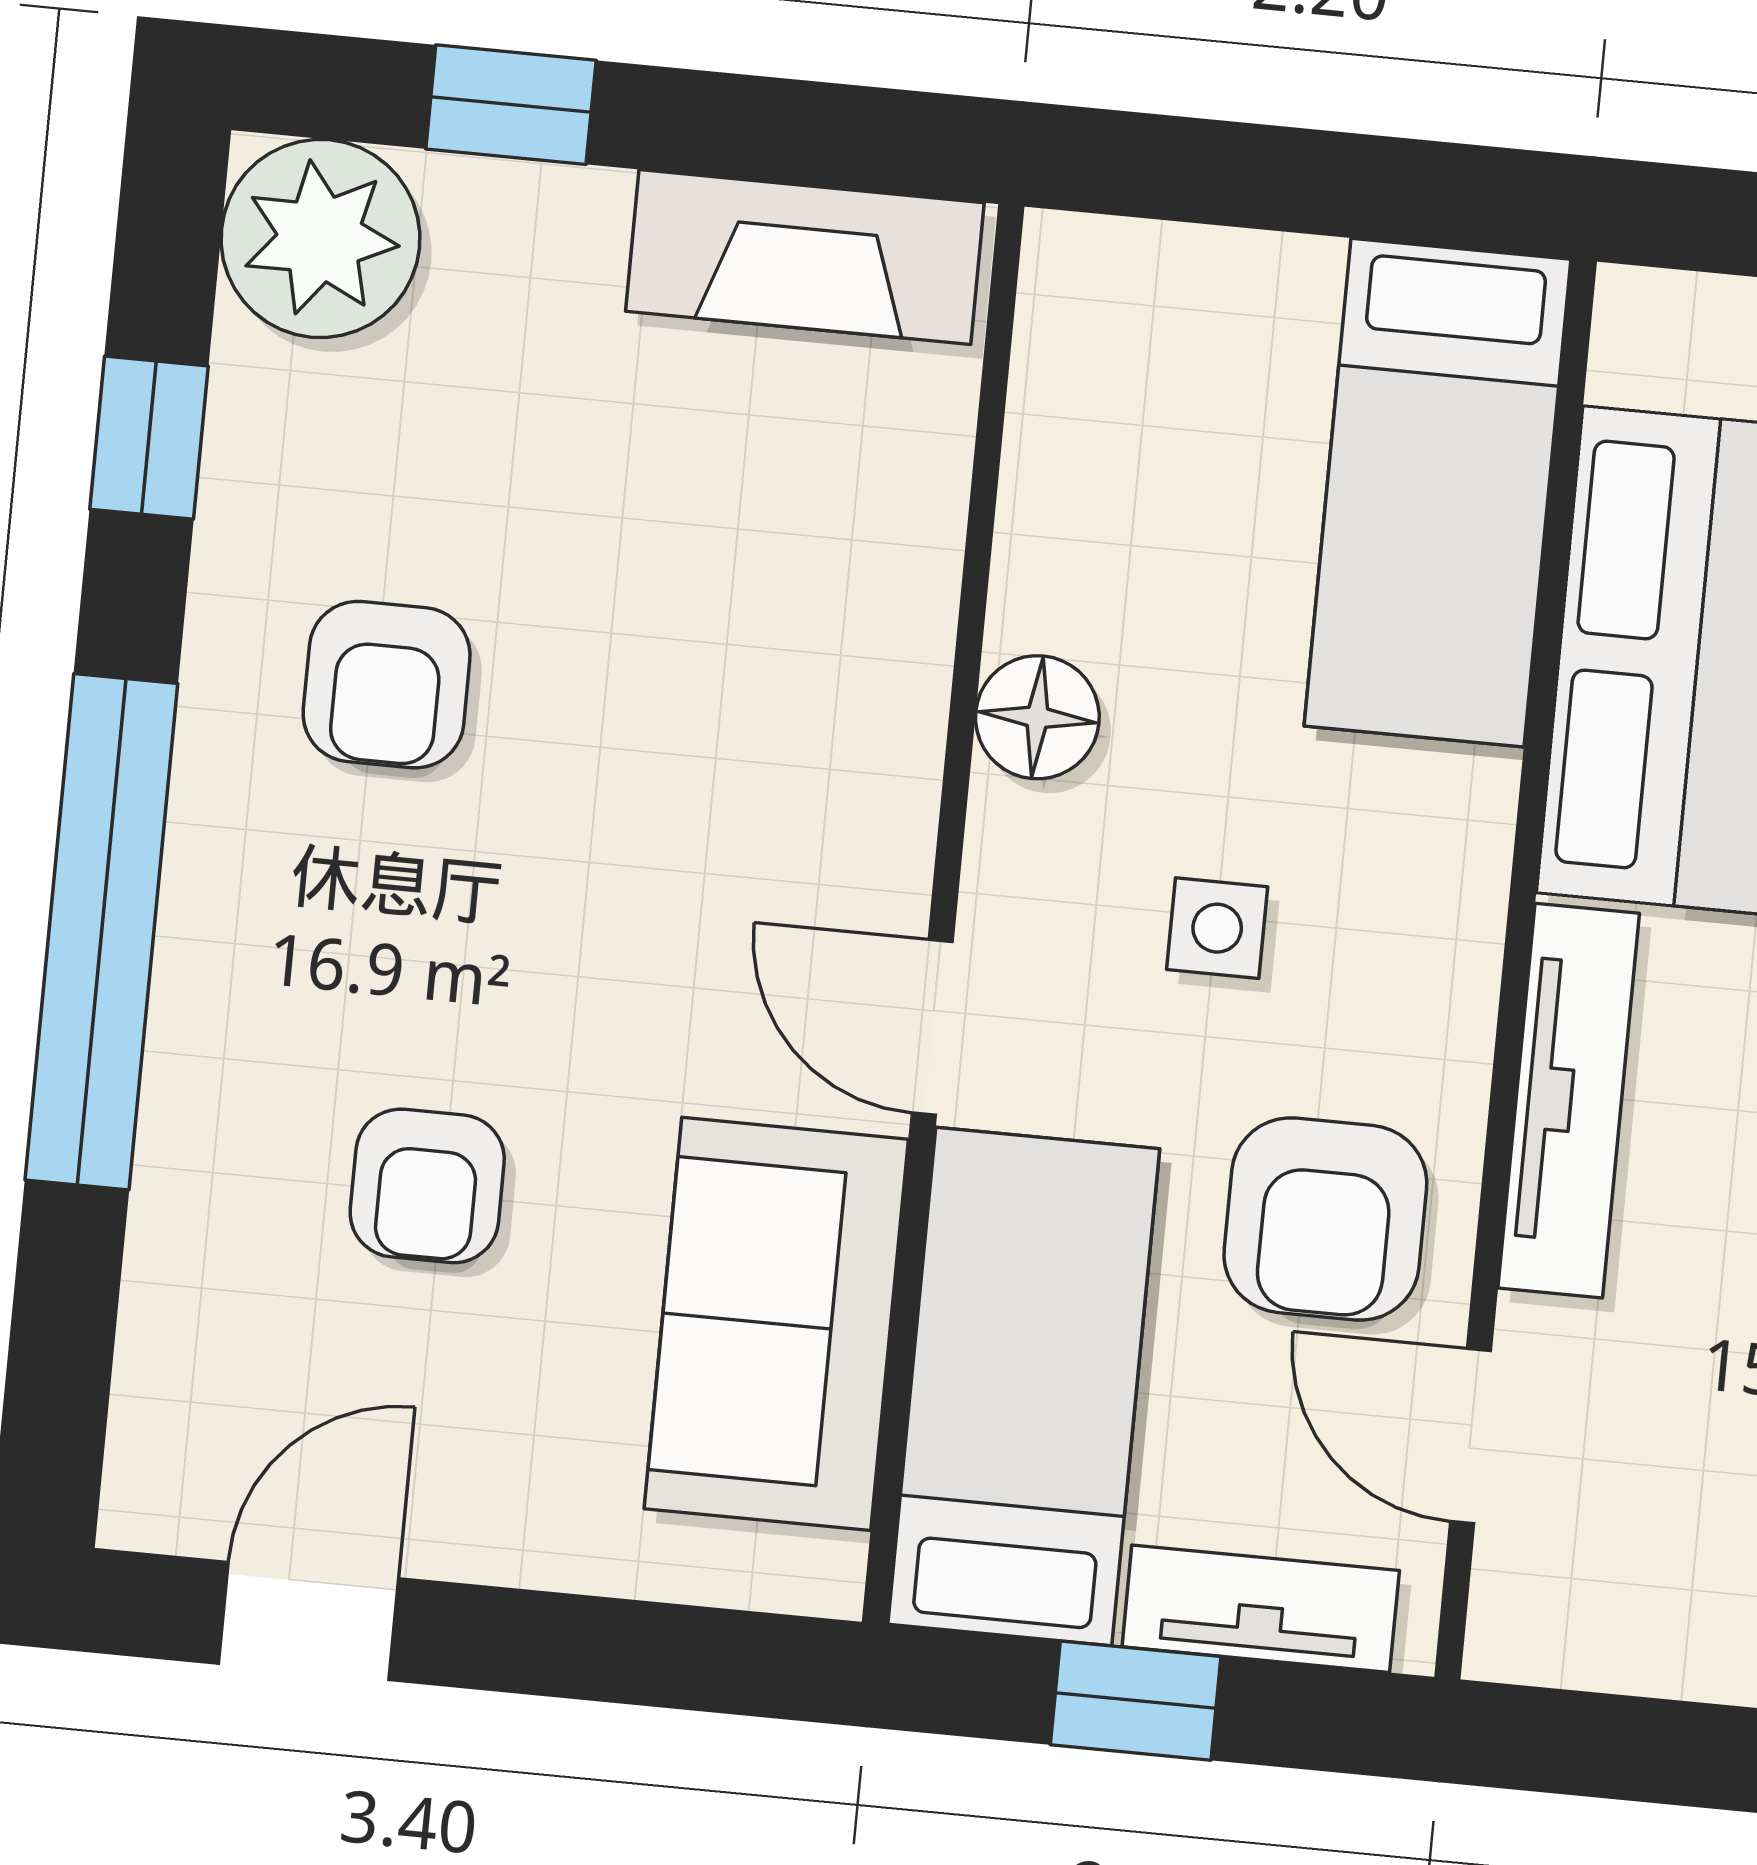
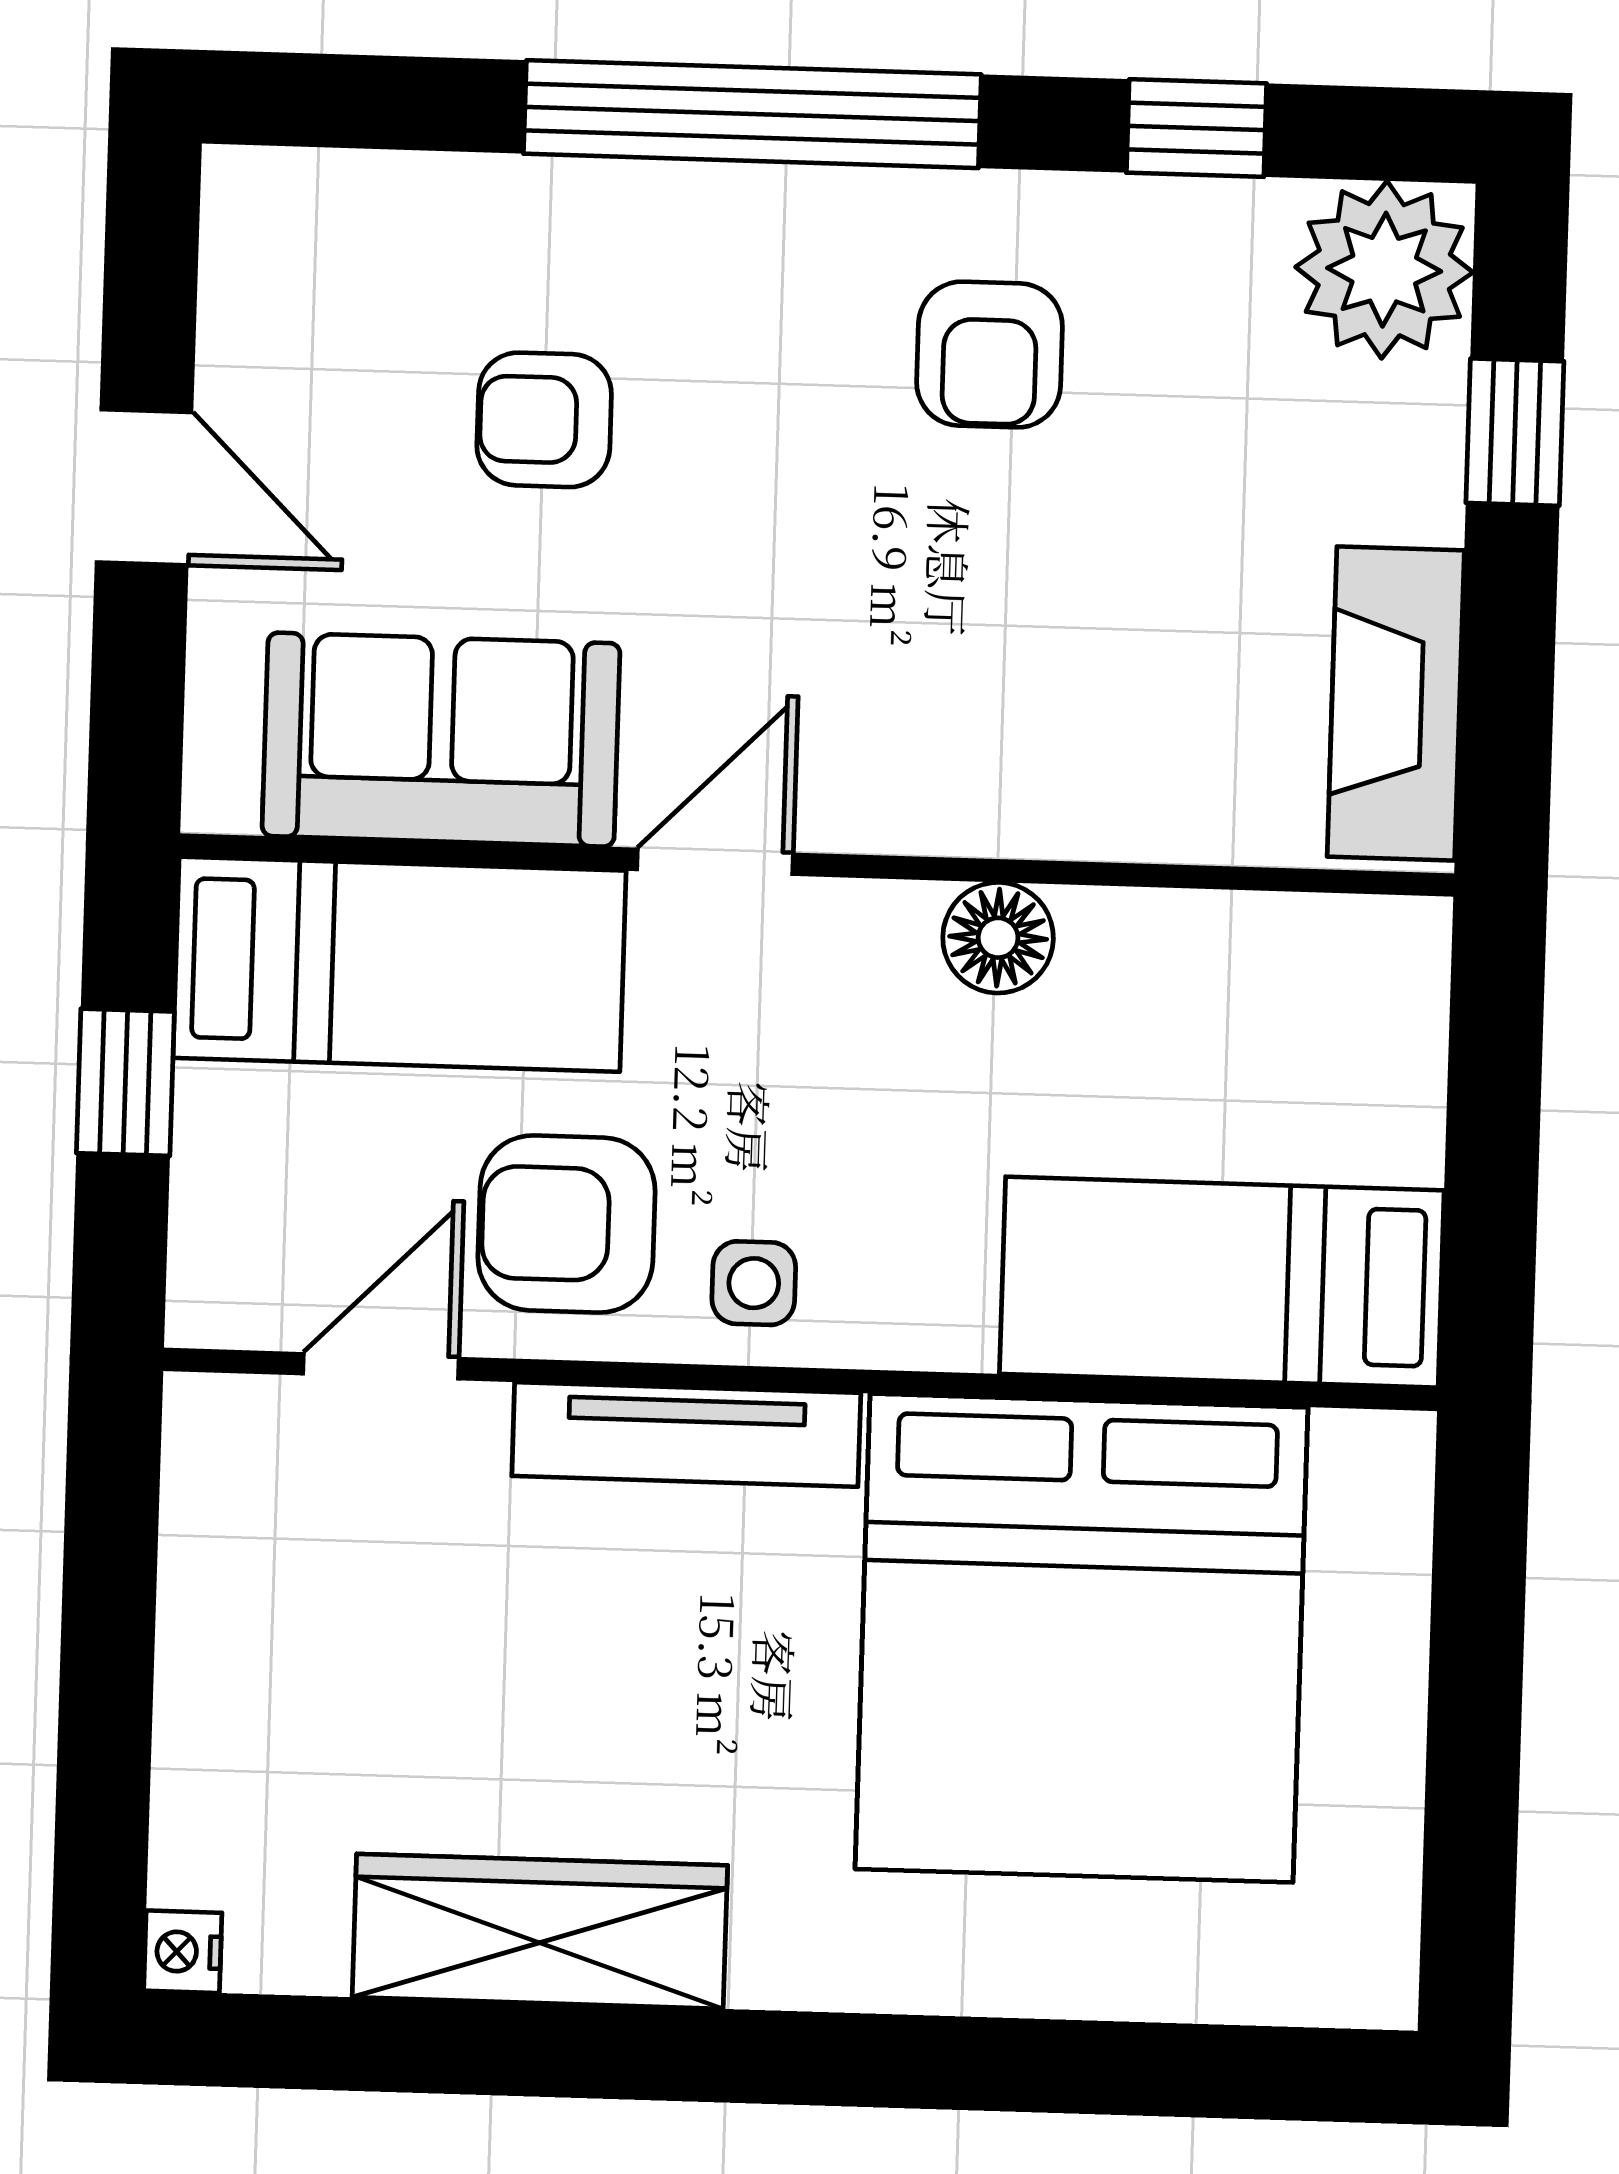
armchair: (387, 685) -> (990, 355), turned -90
side table: (1217, 928) -> (754, 1283), moved
tv unit: (1261, 1609) -> (215, 1189), removed
door: (309, 1621) -> (144, 487), moved

